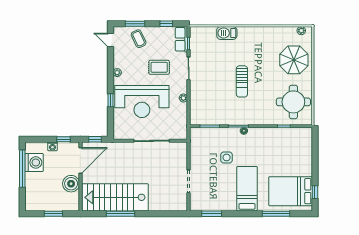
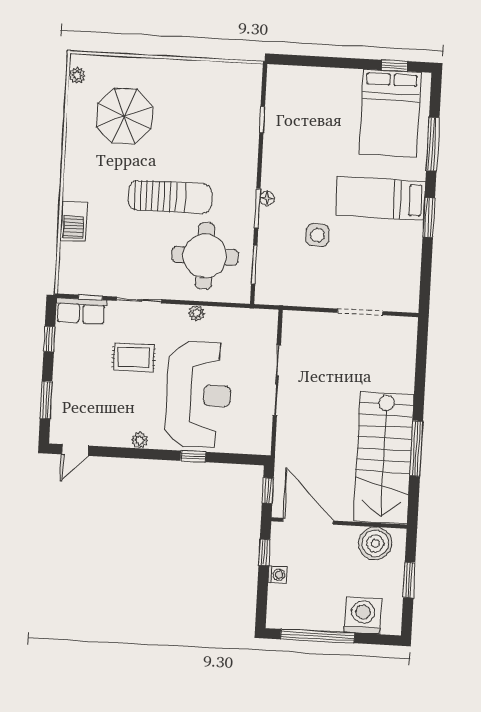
coffee table: (139, 39) -> (75, 395), removed
parasol: (294, 60) -> (124, 116), moved
rug: (159, 67) -> (134, 357), turned 90
sun lounger: (242, 81) -> (170, 197), width x1.36, depth x1.34
round table: (293, 102) -> (205, 256), moved
washing machine: (34, 162) -> (363, 616), moved
boiler: (71, 184) -> (375, 543), moved
window: (212, 214) -> (429, 217), moved

